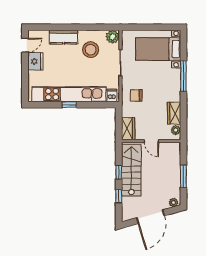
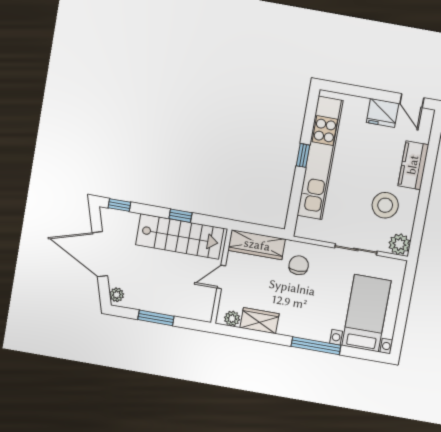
dishwasher: (112, 95) -> (306, 226), removed
wardrobe: (128, 129) -> (257, 245), width x1.50
window: (119, 196) -> (119, 205), moved

